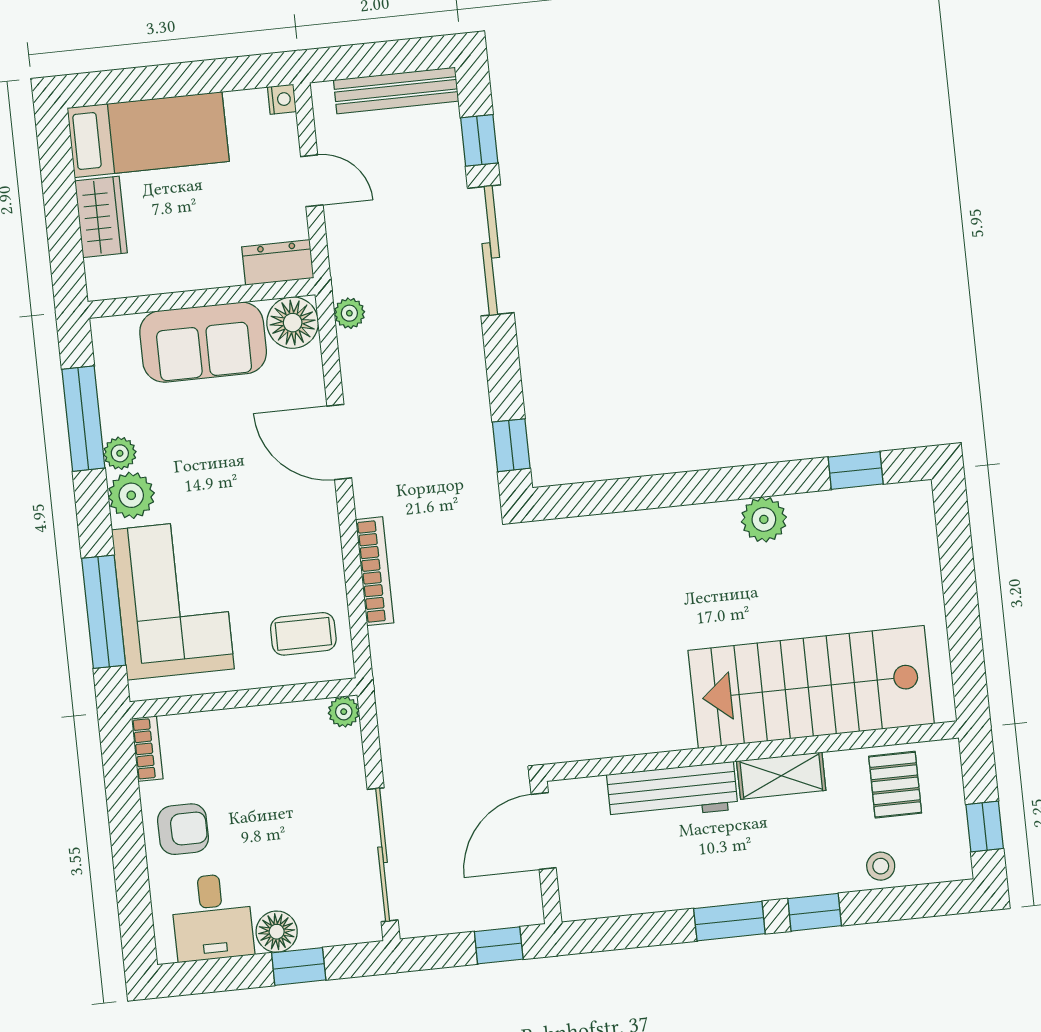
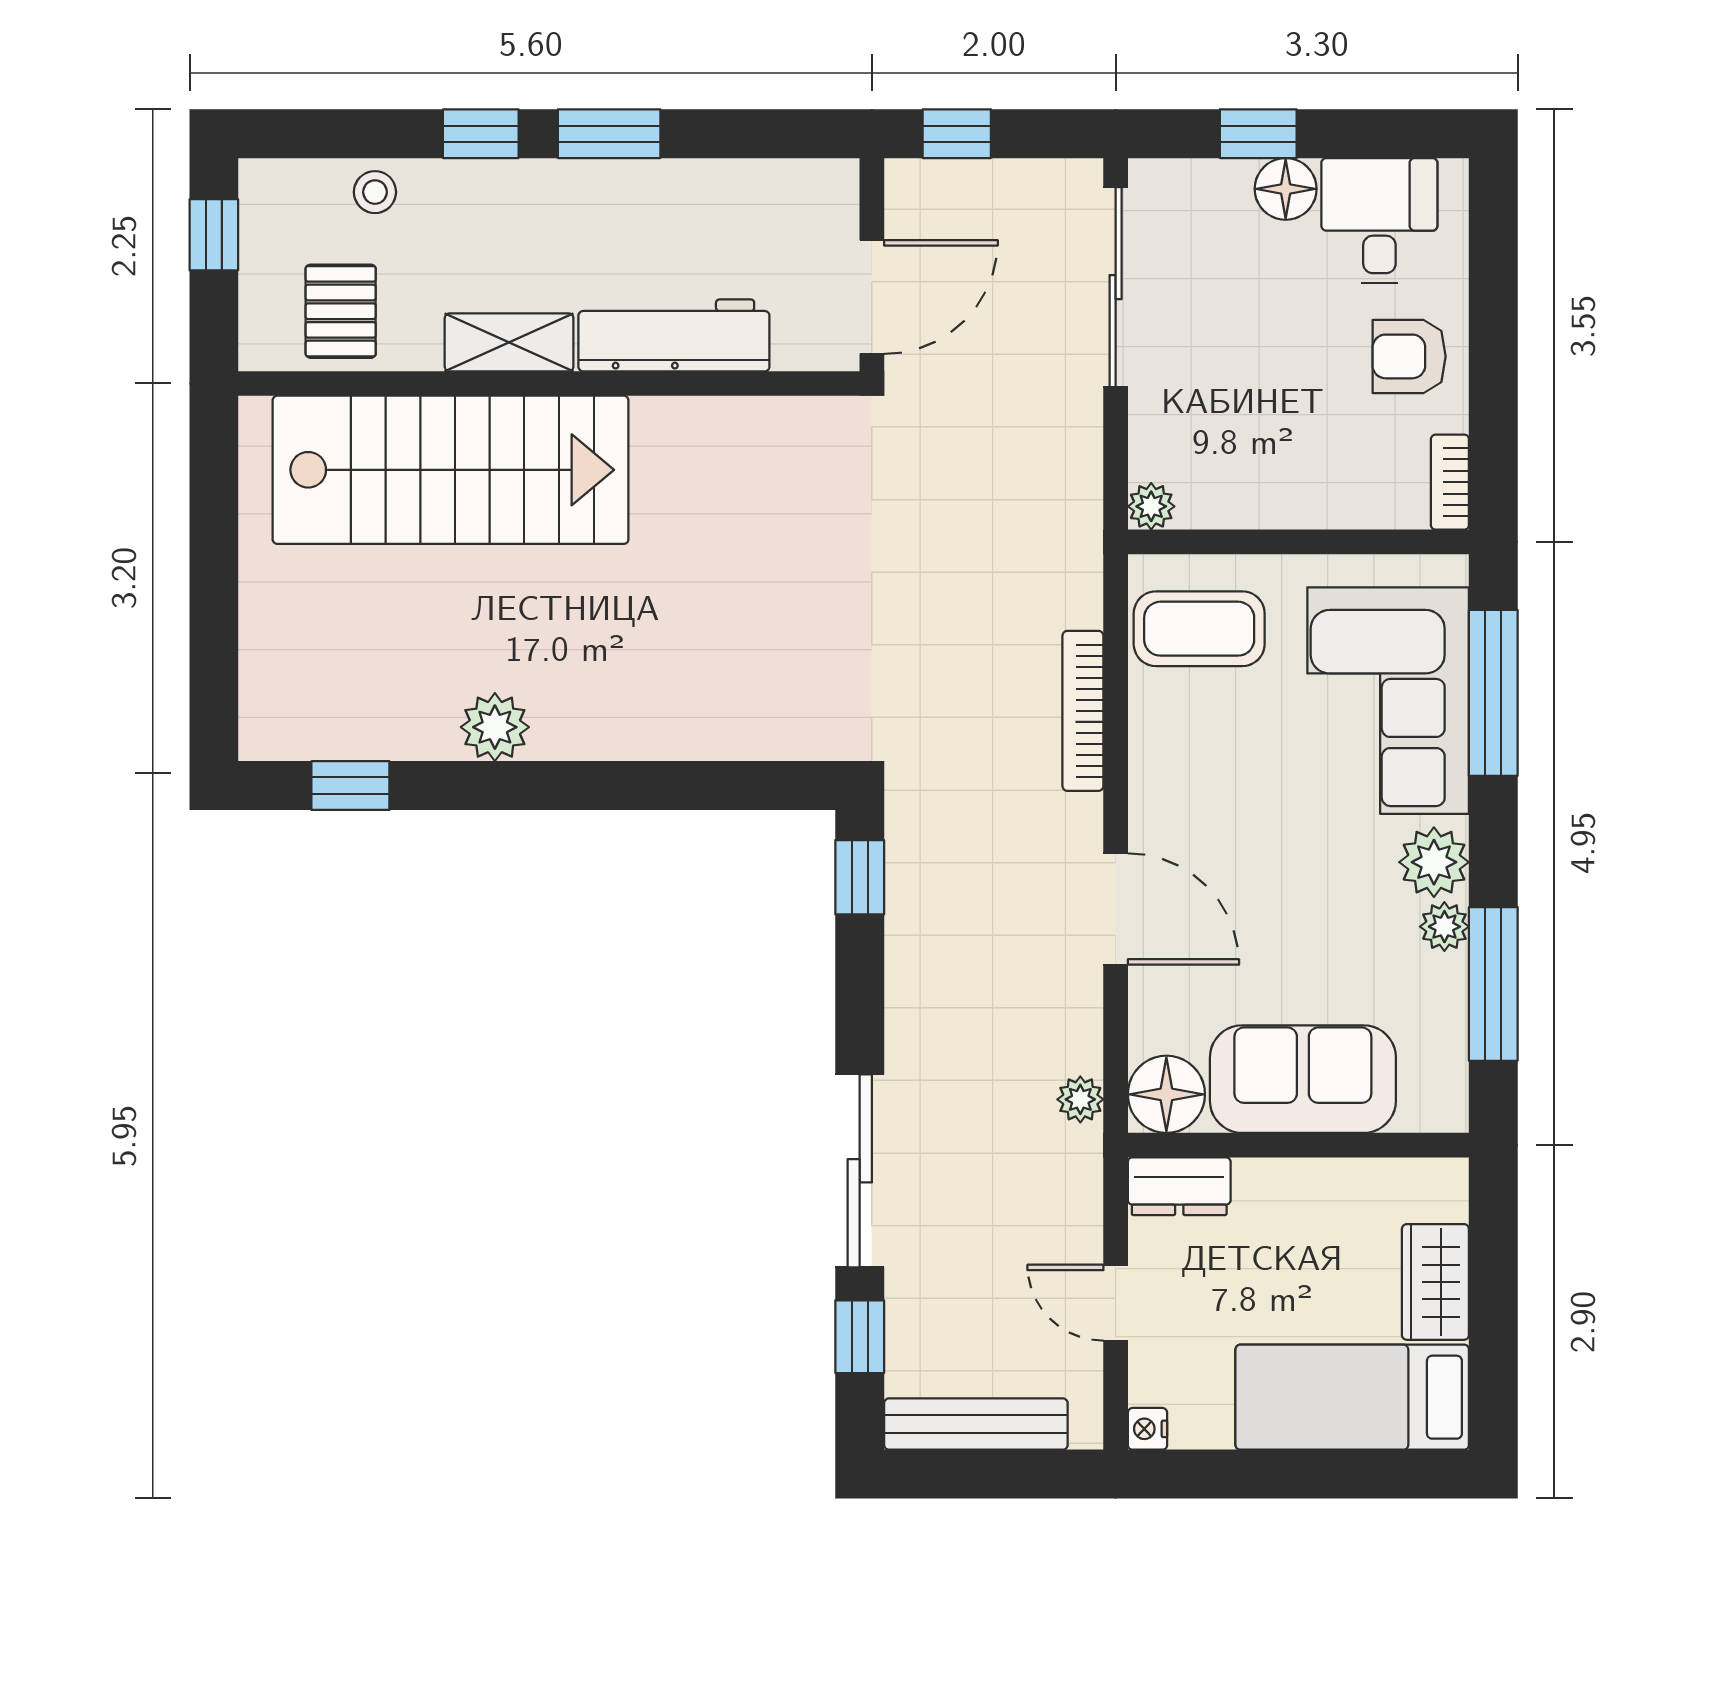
coffee table: (303, 634) -> (1199, 629), width x1.36, depth x1.30

